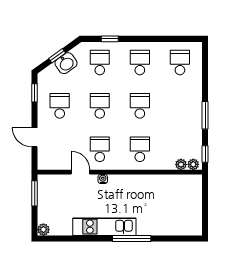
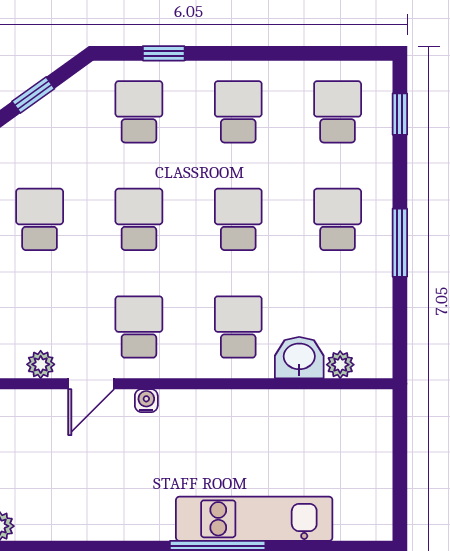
washbasin: (66, 63) -> (299, 358), moved, turned -144
school desk: (180, 106) -> (338, 219), added
window: (205, 154) -> (400, 114), moved
plant: (193, 164) -> (41, 364), moved
door: (81, 172) -> (91, 384), swing flipped
kitchen unit: (104, 227) -> (254, 519), moved

